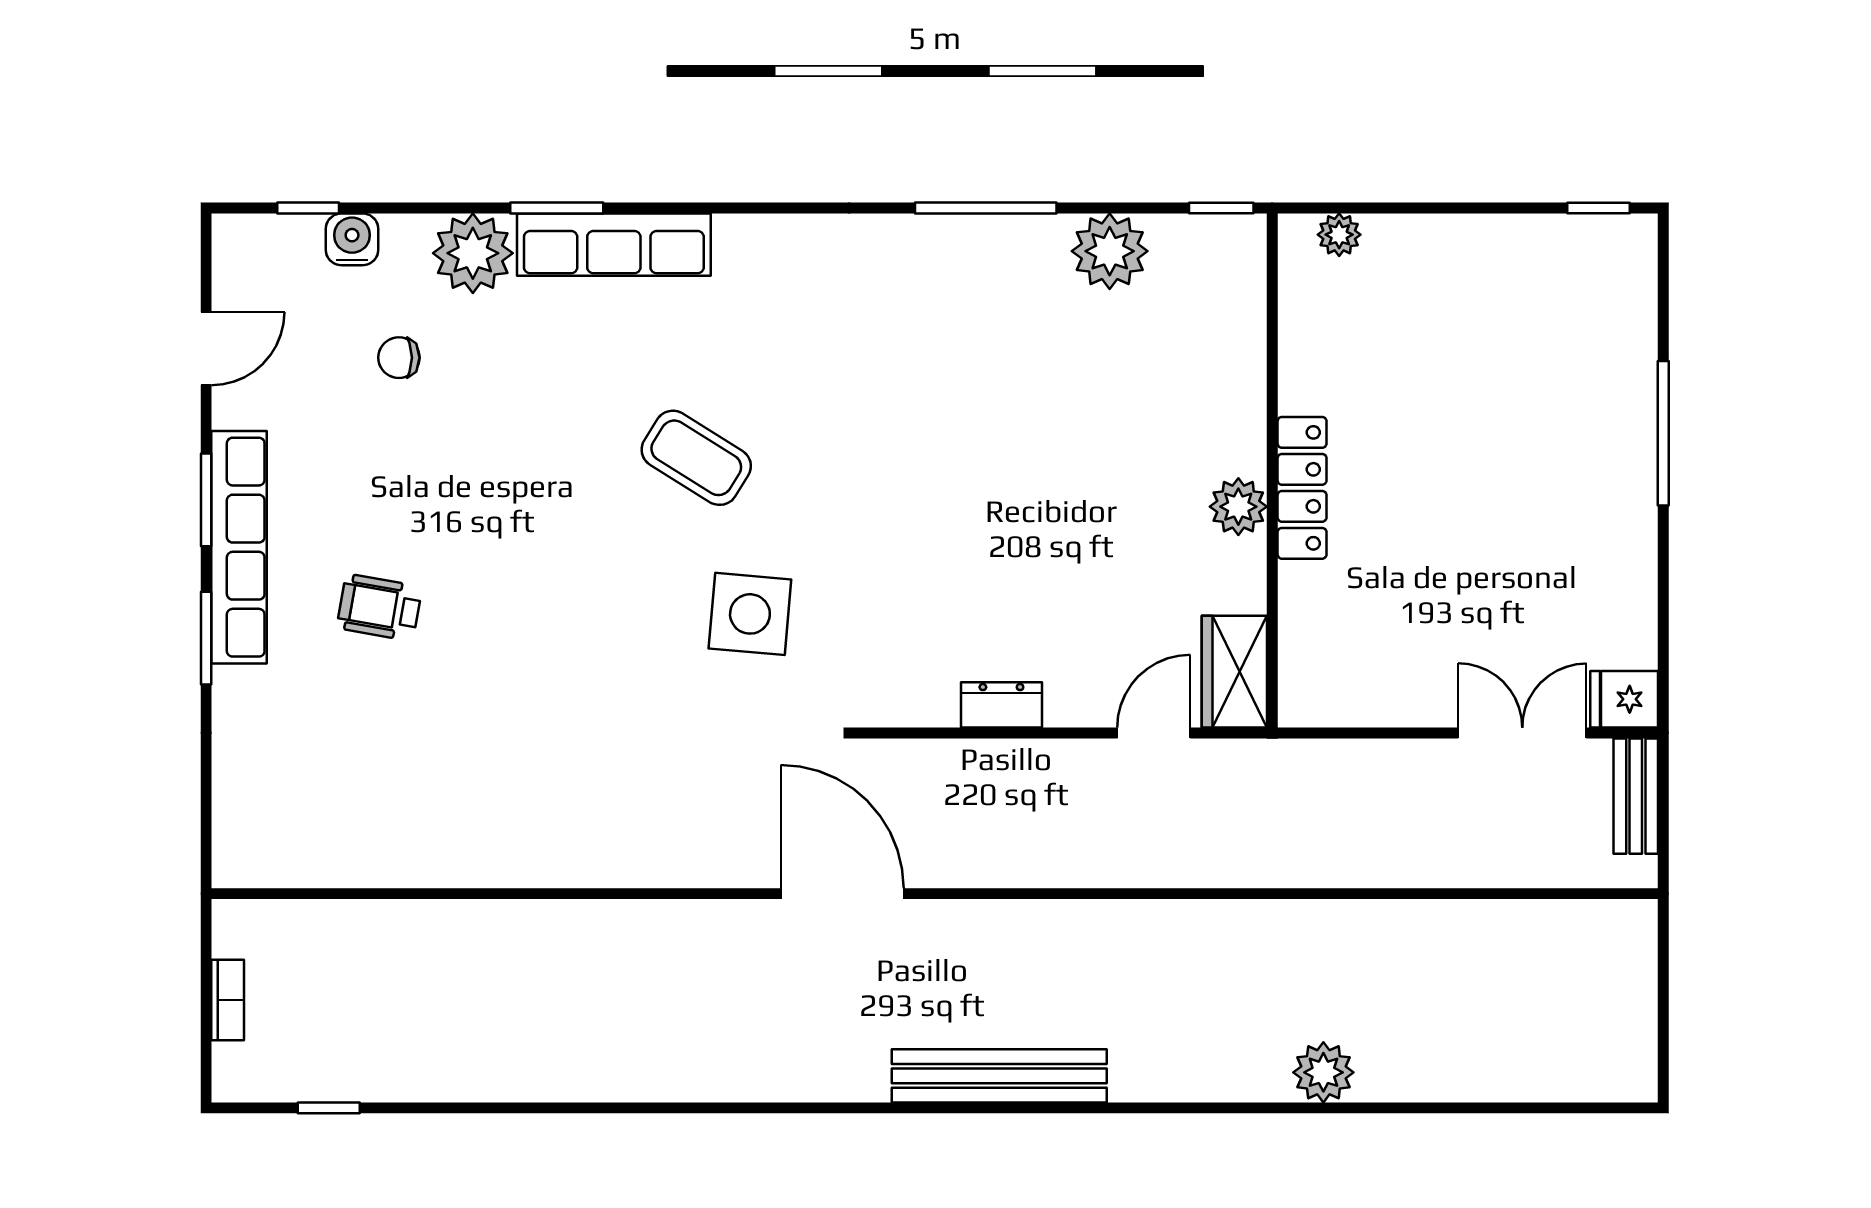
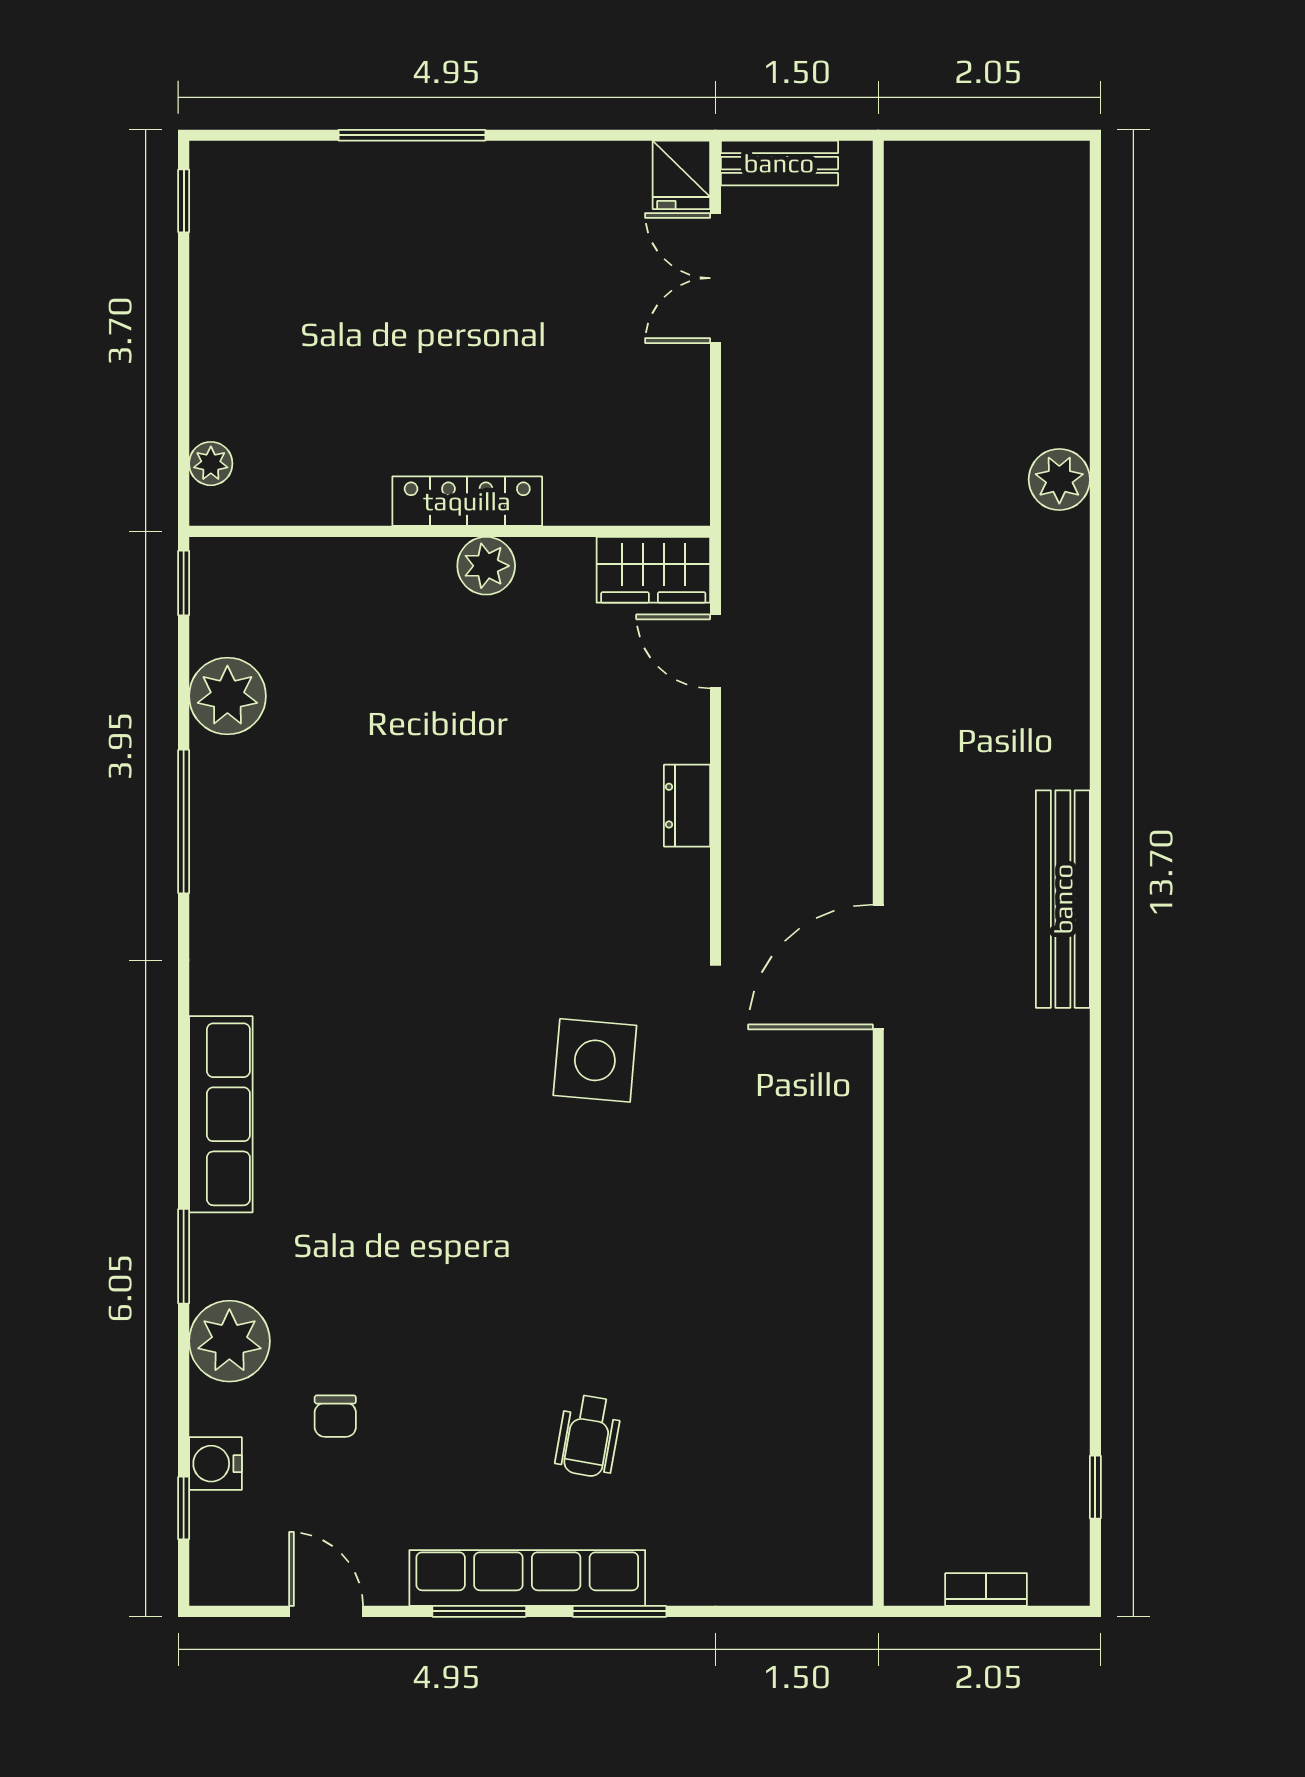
row of seats: (614, 245) -> (221, 1114), moved
coffee table: (696, 458) -> (437, 1115), removed
bench: (999, 1076) -> (1063, 899), moved

